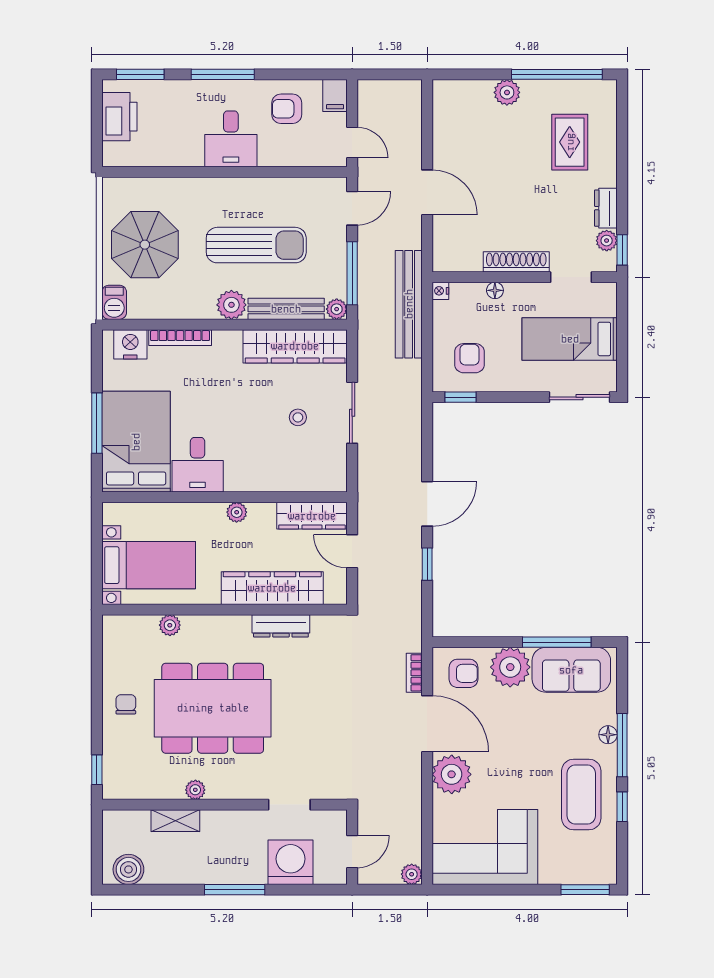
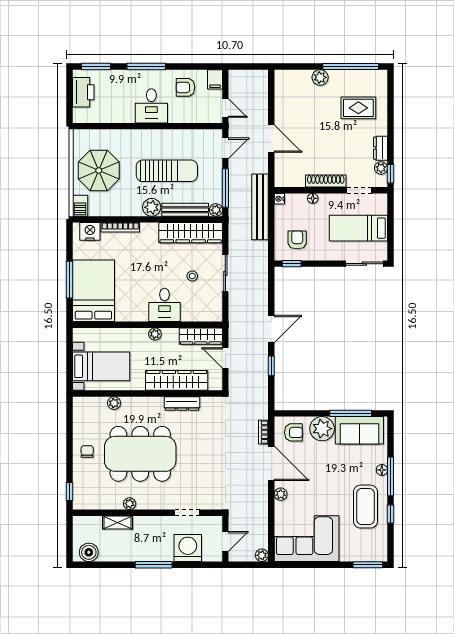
rug: (570, 142) -> (358, 108), turned 90
desk: (198, 465) -> (164, 305), moved
plant: (452, 774) -> (281, 494), width x0.53, depth x0.53

